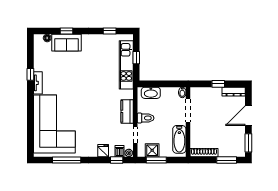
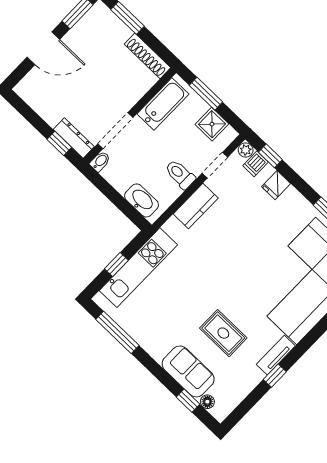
window: (67, 31) -> (188, 401), moved
window: (110, 31) -> (117, 332), width x2.17
rug: (67, 71) -> (223, 333), added
window: (218, 84) -> (59, 143), moved
dresser: (234, 92) -> (74, 138), moved
window: (156, 160) -> (206, 94), moved

